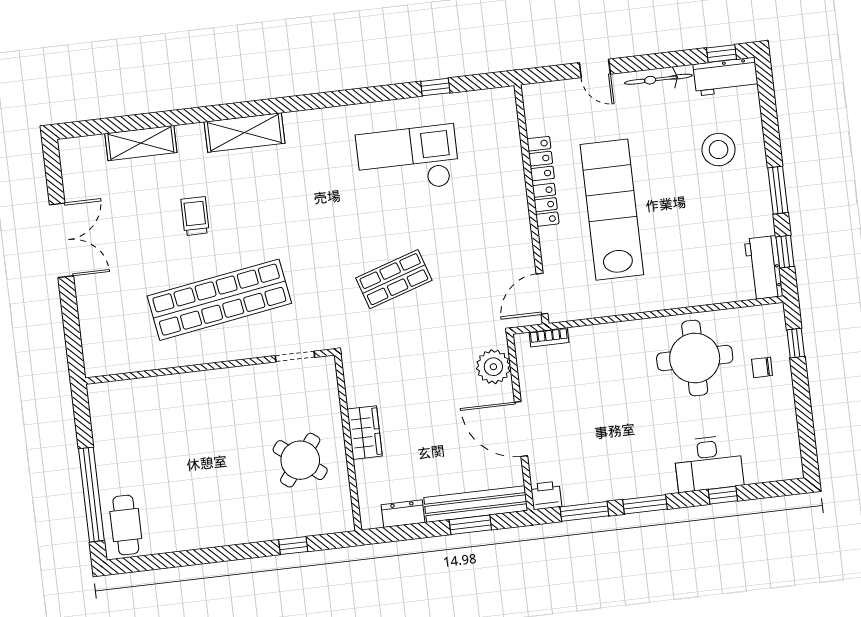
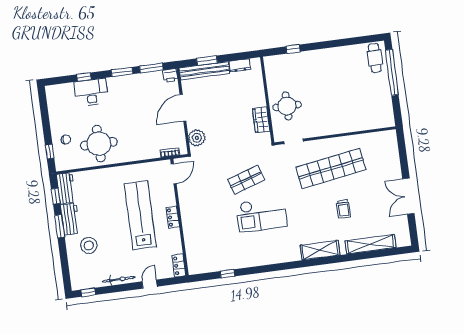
door: (595, 68) -> (150, 284), hinge flipped
workbench: (726, 77) -> (70, 219), moved, turned 90
shelving: (141, 143) -> (370, 244), width x1.47
locker: (541, 159) -> (179, 265), moved
checkout: (408, 160) -> (261, 215), moved
lab bench: (612, 210) -> (140, 215), turned 180
door: (521, 429) -> (183, 108), swing flipped
wardrobe: (365, 433) -> (261, 120), moved
round table: (300, 460) -> (287, 106), moved, turned -38

